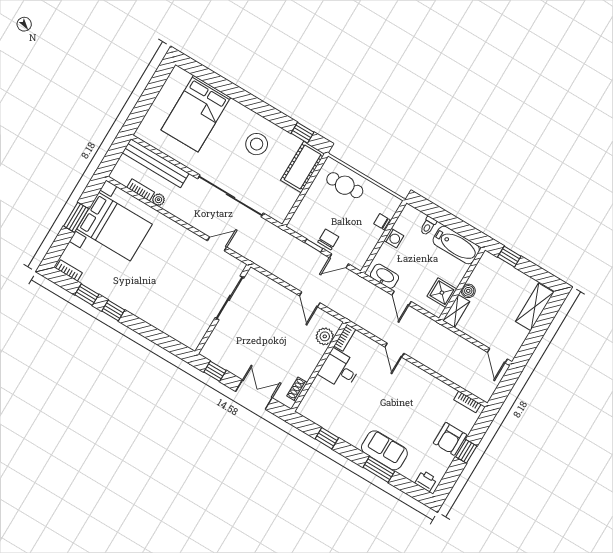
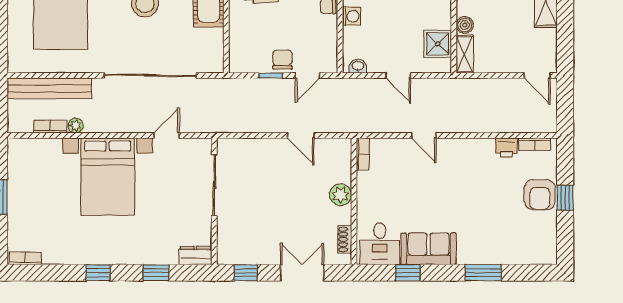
bed with nightstands: (114, 227) -> (108, 177), moved, turned 90
washbasin: (384, 276) -> (358, 66), width x0.52, depth x0.69
window: (87, 295) -> (156, 273), moved
plant: (325, 336) -> (341, 195), moved
dresser: (187, 339) -> (195, 255), added
desk: (340, 369) -> (380, 244), moved, turned -90
sofa: (384, 450) -> (428, 249), moved
printer: (426, 481) -> (507, 147), moved, turned 180

